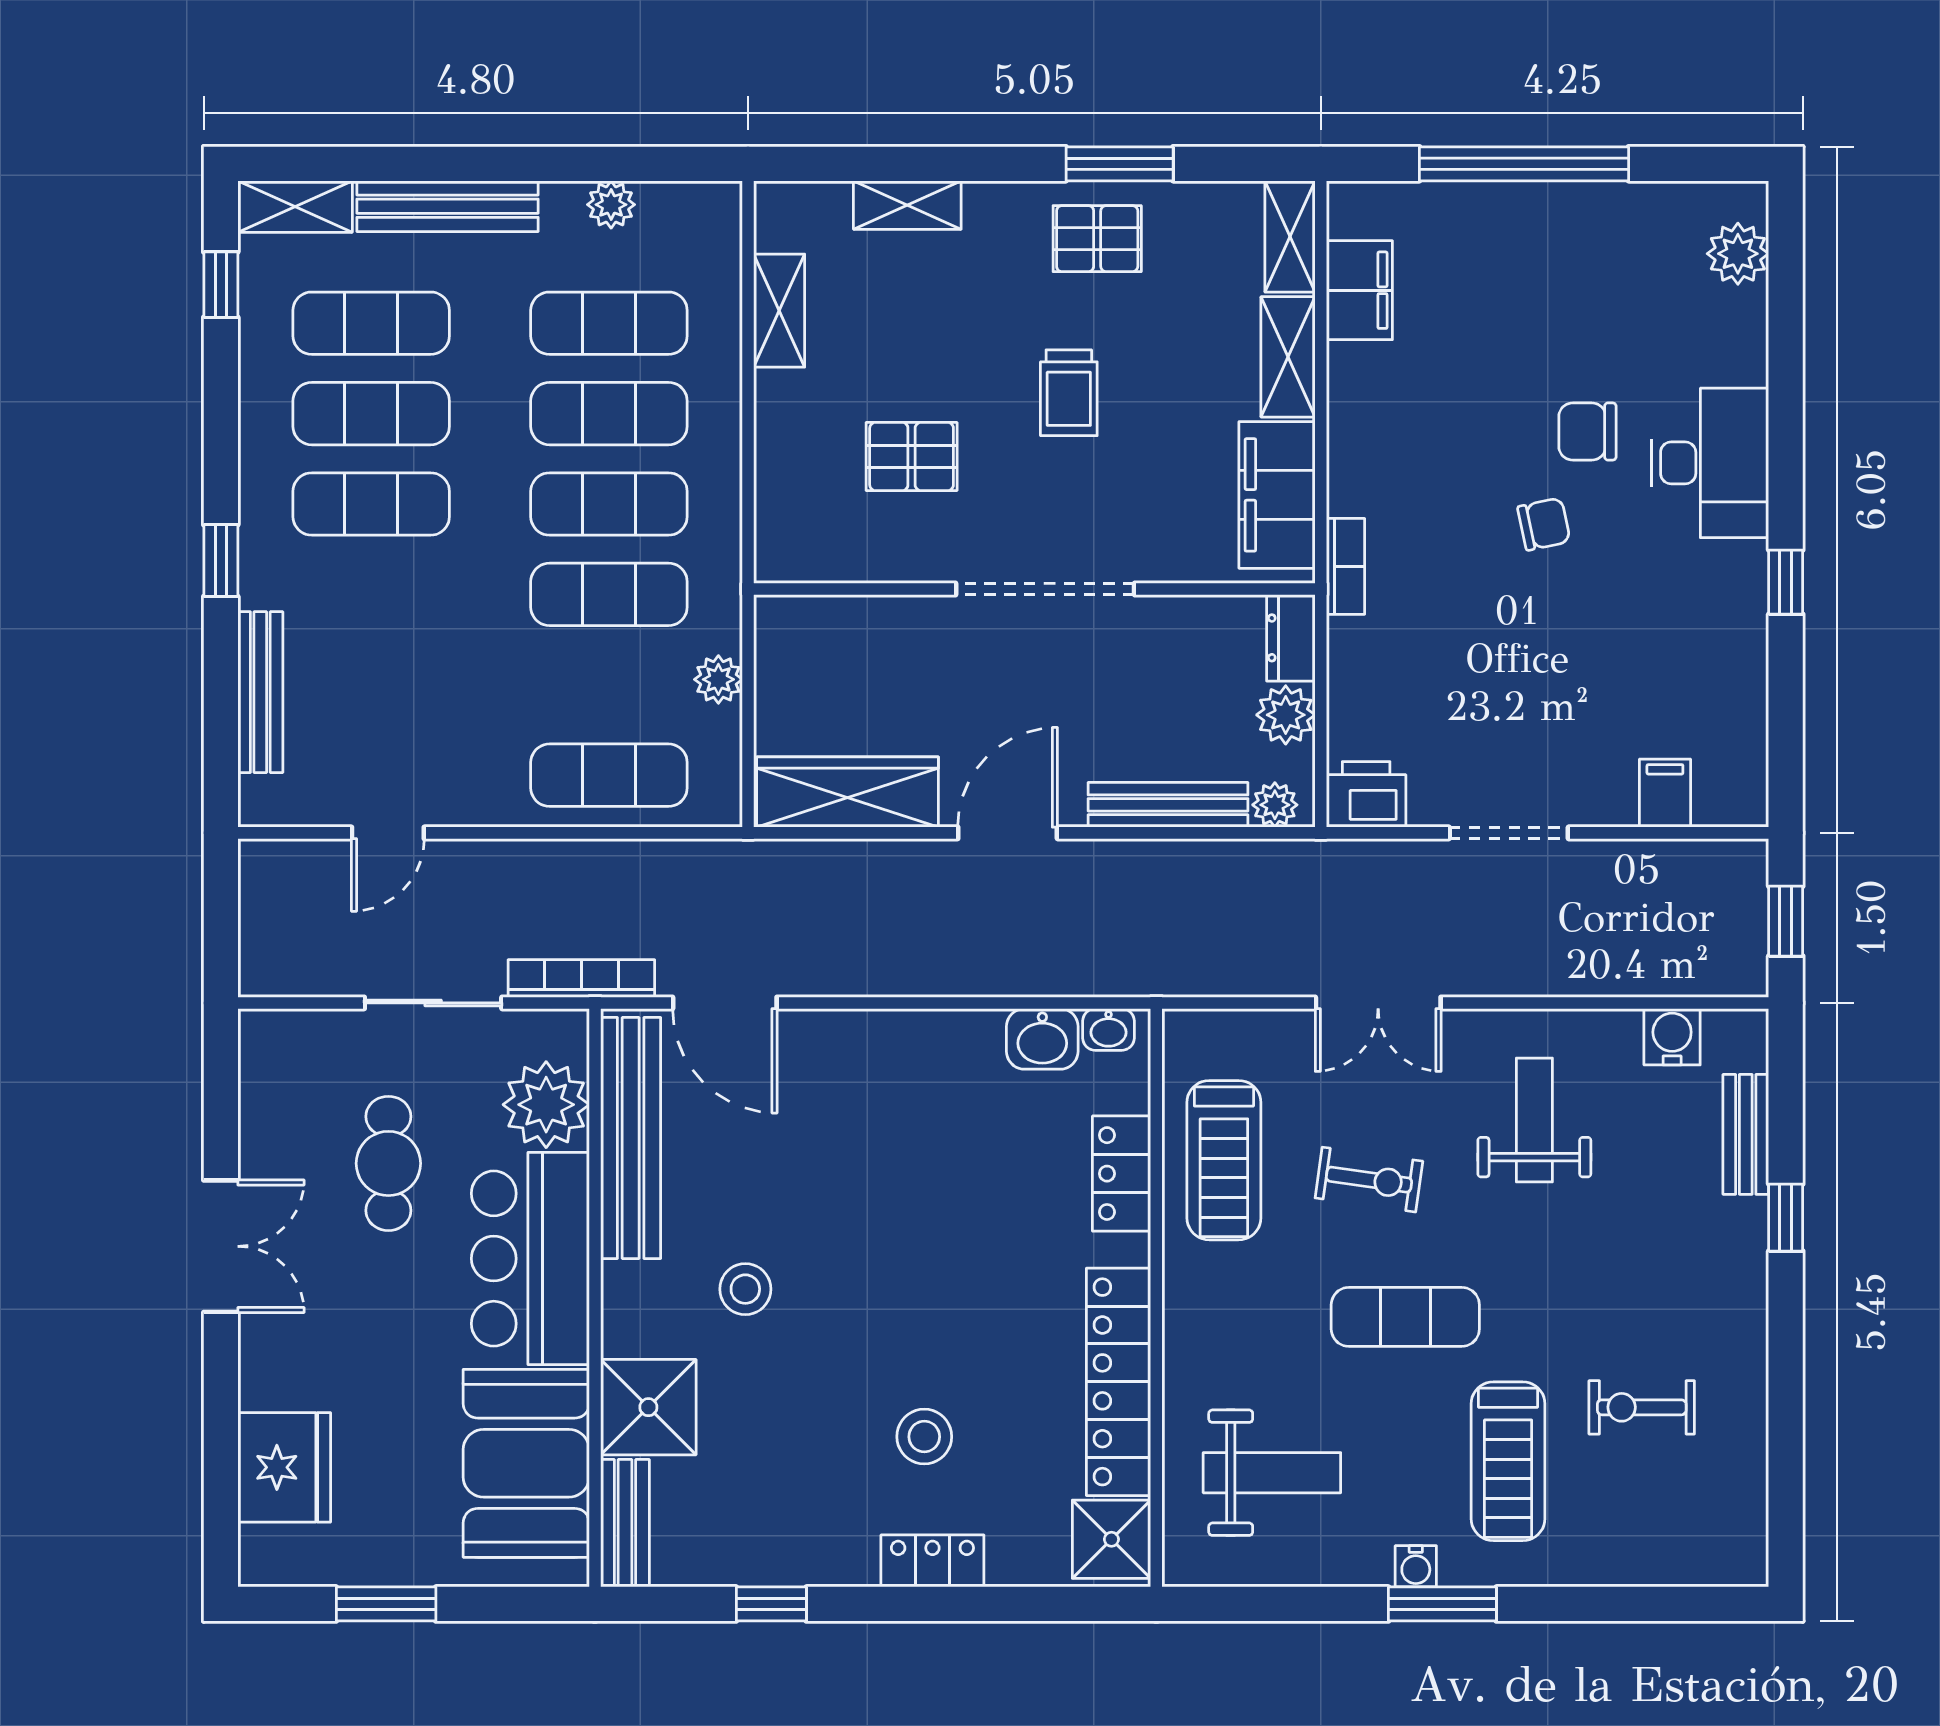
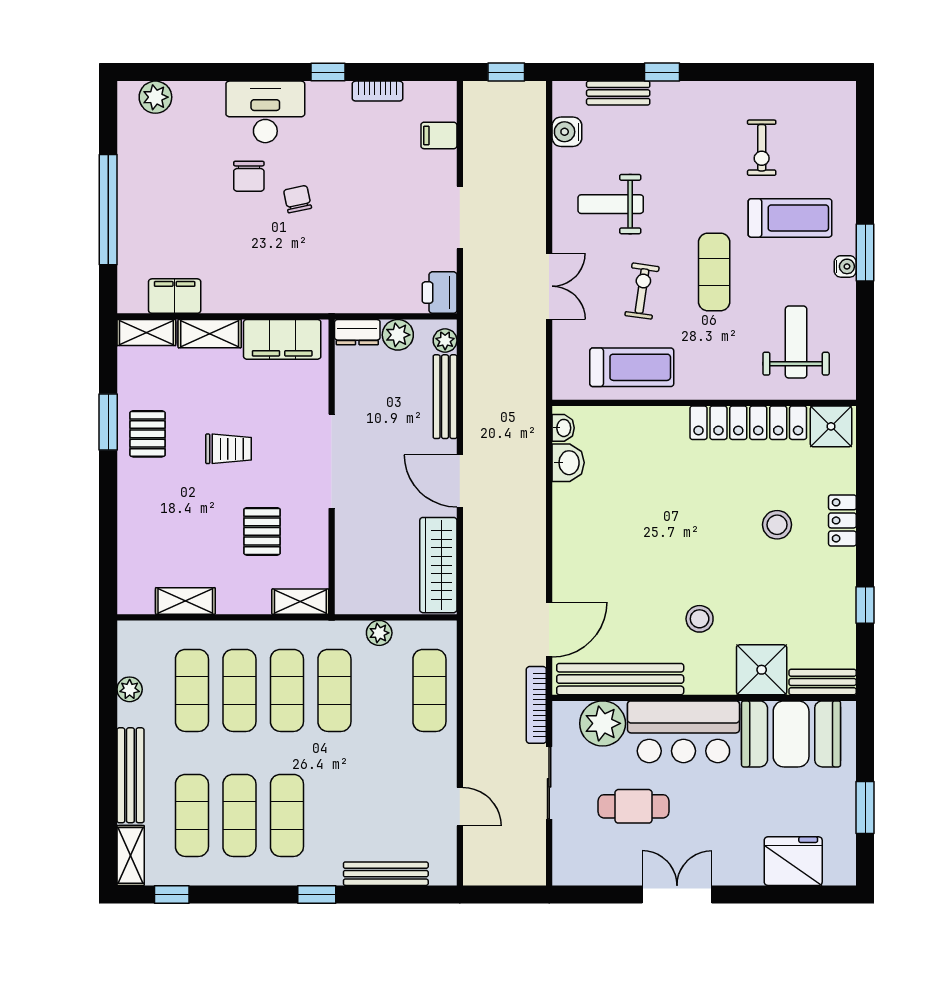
shelving: (907, 205) -> (300, 602), moved, turned 90
bookcase: (1346, 566) -> (377, 91), moved, turned 180
locker: (1122, 1174) -> (639, 421), removed

